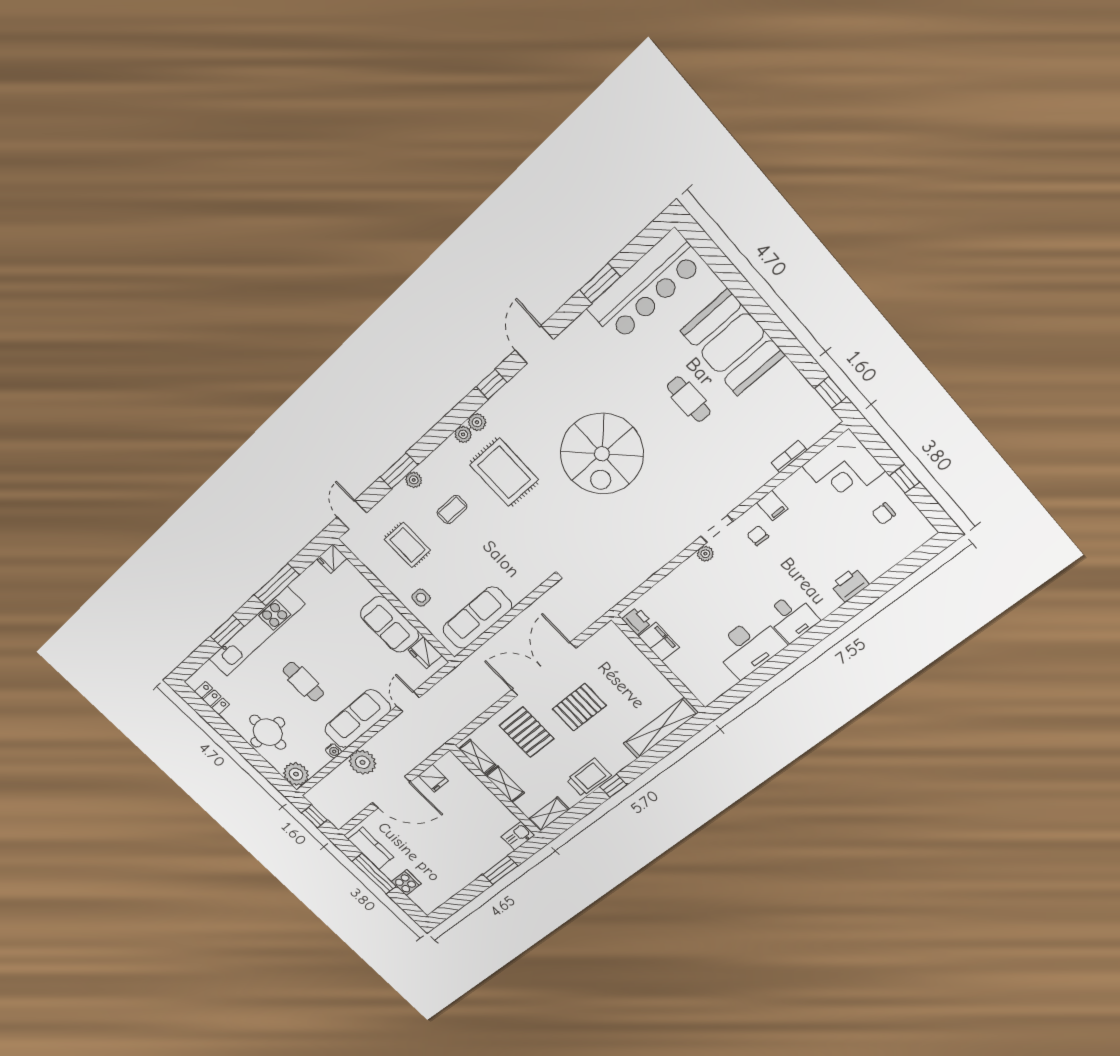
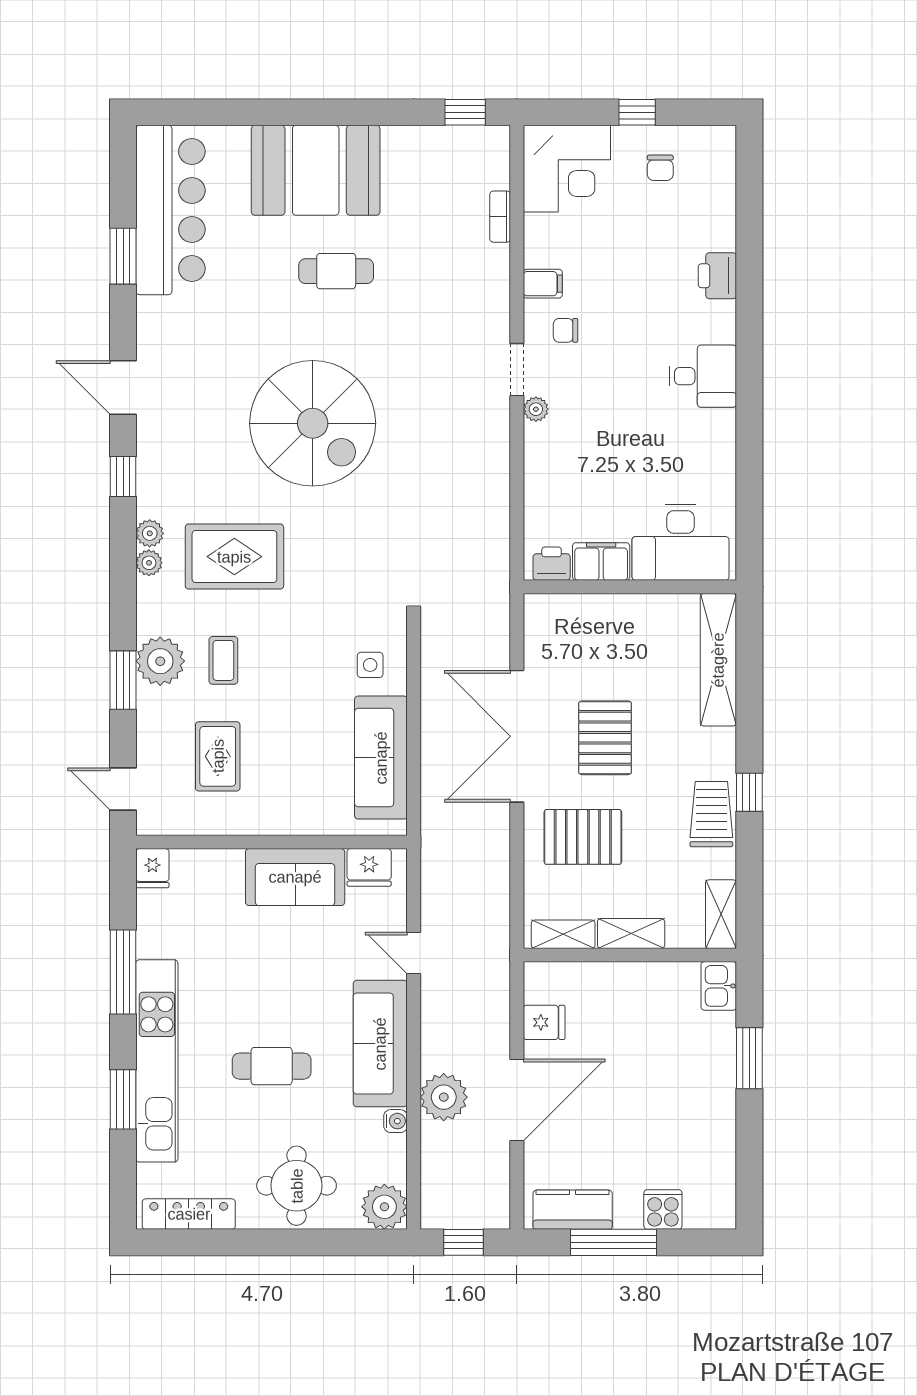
plant: (414, 480) -> (160, 661), width x1.87, depth x1.87
rug: (407, 545) -> (218, 756), turned 90
side table: (421, 598) -> (370, 665), moved
desk: (749, 647) -> (681, 542), moved, turned 90
locker: (212, 698) -> (189, 1214), width x1.53

